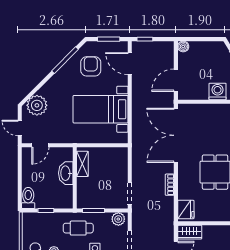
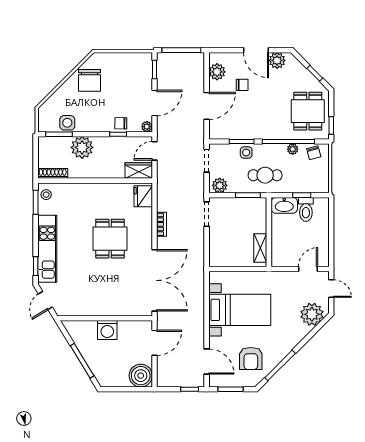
boiler: (183, 47) -> (141, 376), width x1.86, depth x1.86
washbasin: (66, 173) -> (284, 205), moved, turned 90
toilet: (28, 198) -> (306, 209), moved

